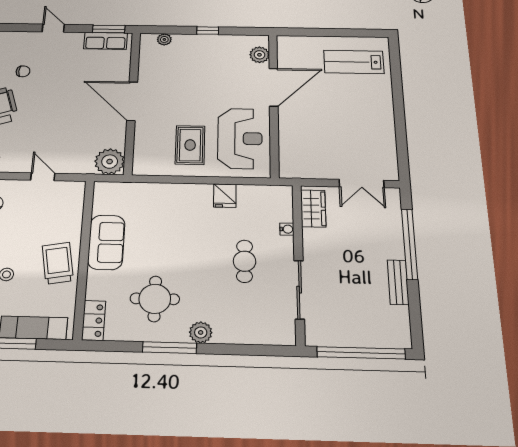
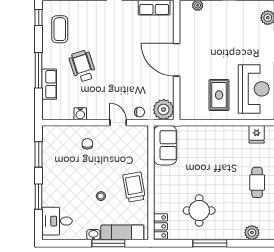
chair: (23, 71) -> (140, 112), moved
fridge: (225, 196) -> (257, 134), moved
sofa: (106, 242) -> (165, 145), moved
plant: (201, 332) -> (252, 233), moved

